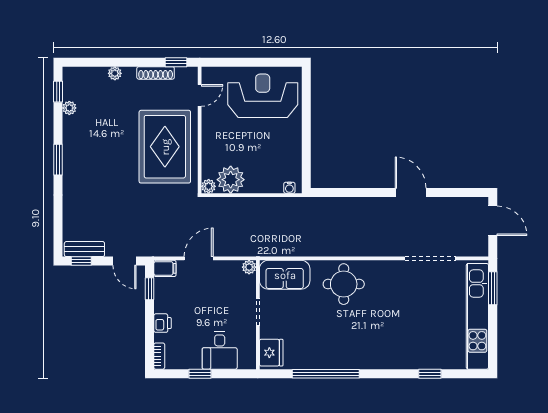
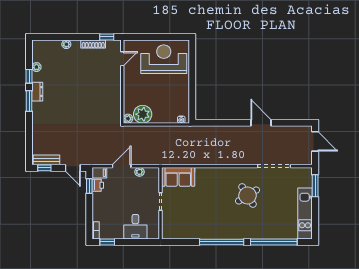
window: (58, 92) -> (29, 76), moved
dresser: (71, 145) -> (37, 92), added
rug: (165, 147) -> (99, 93), removed
plant: (249, 267) -> (139, 172), moved
round table: (344, 284) -> (248, 196), moved, turned -32
kitchen unit: (477, 316) -> (305, 214), width x0.73
printer: (162, 323) -> (98, 185), moved
fridge: (271, 353) -> (169, 228), removed
window: (200, 374) -> (107, 242), moved
window: (326, 374) -> (222, 242), moved
window: (430, 374) -> (274, 242), width x3.17

